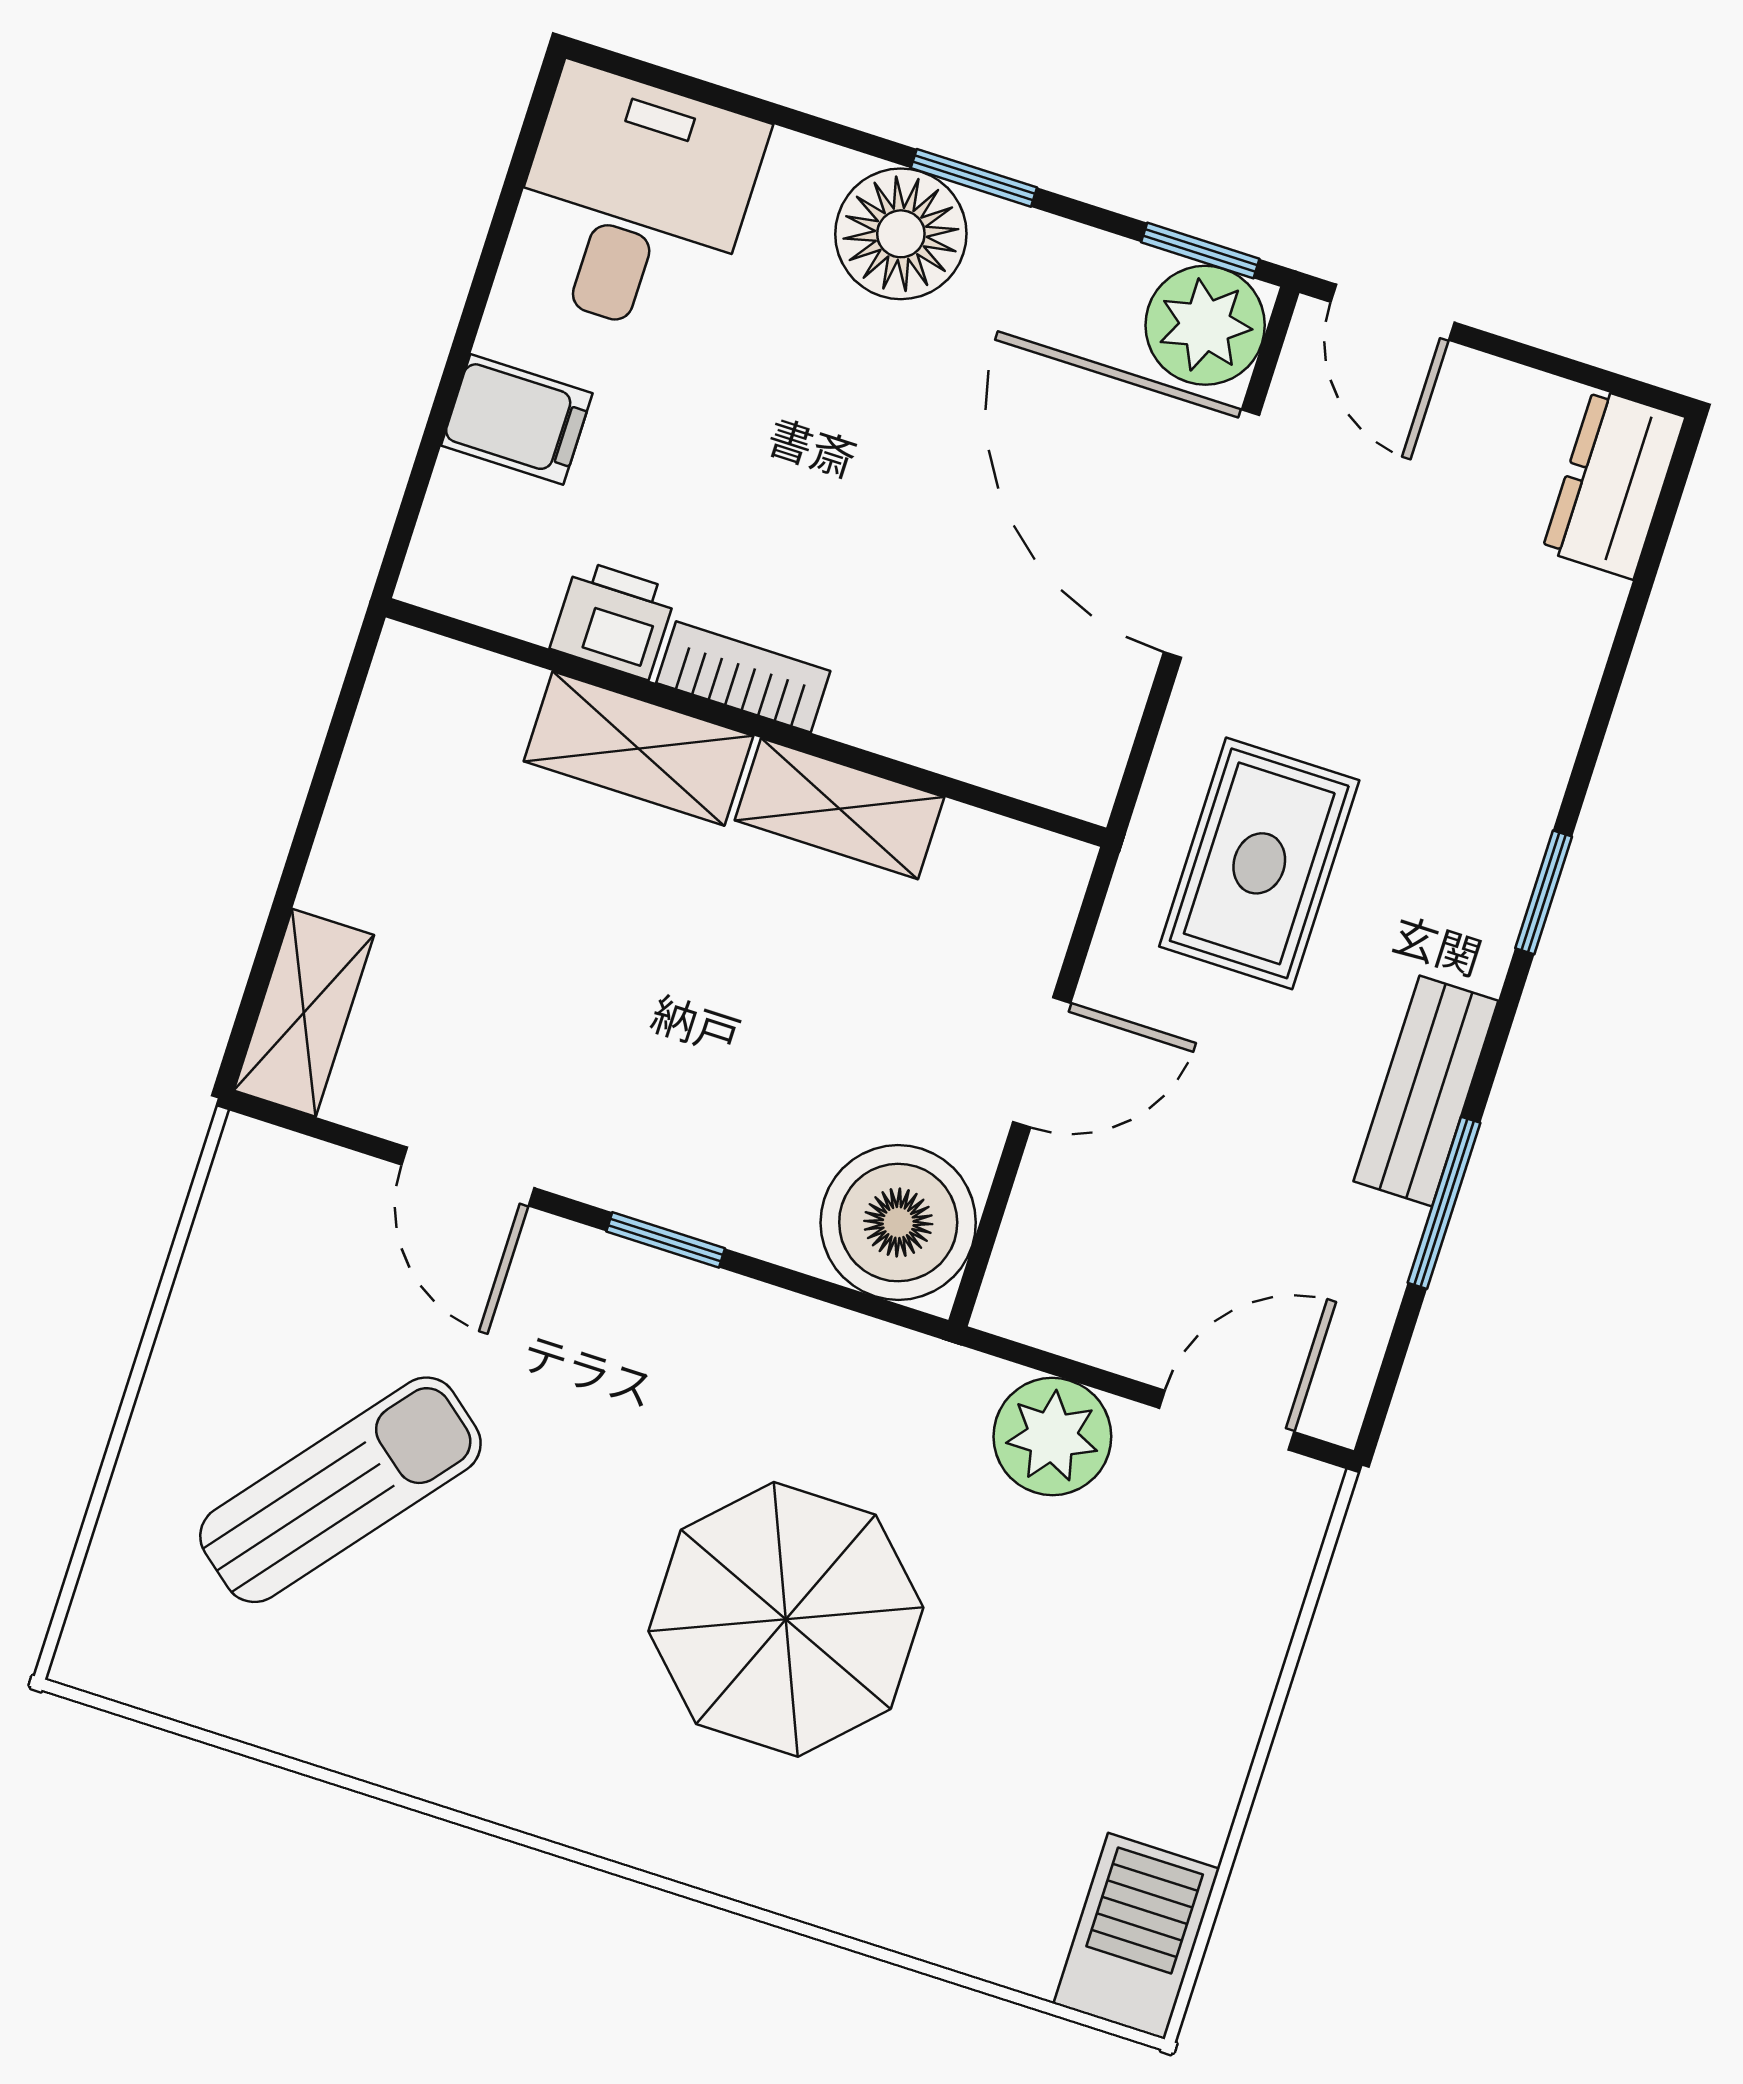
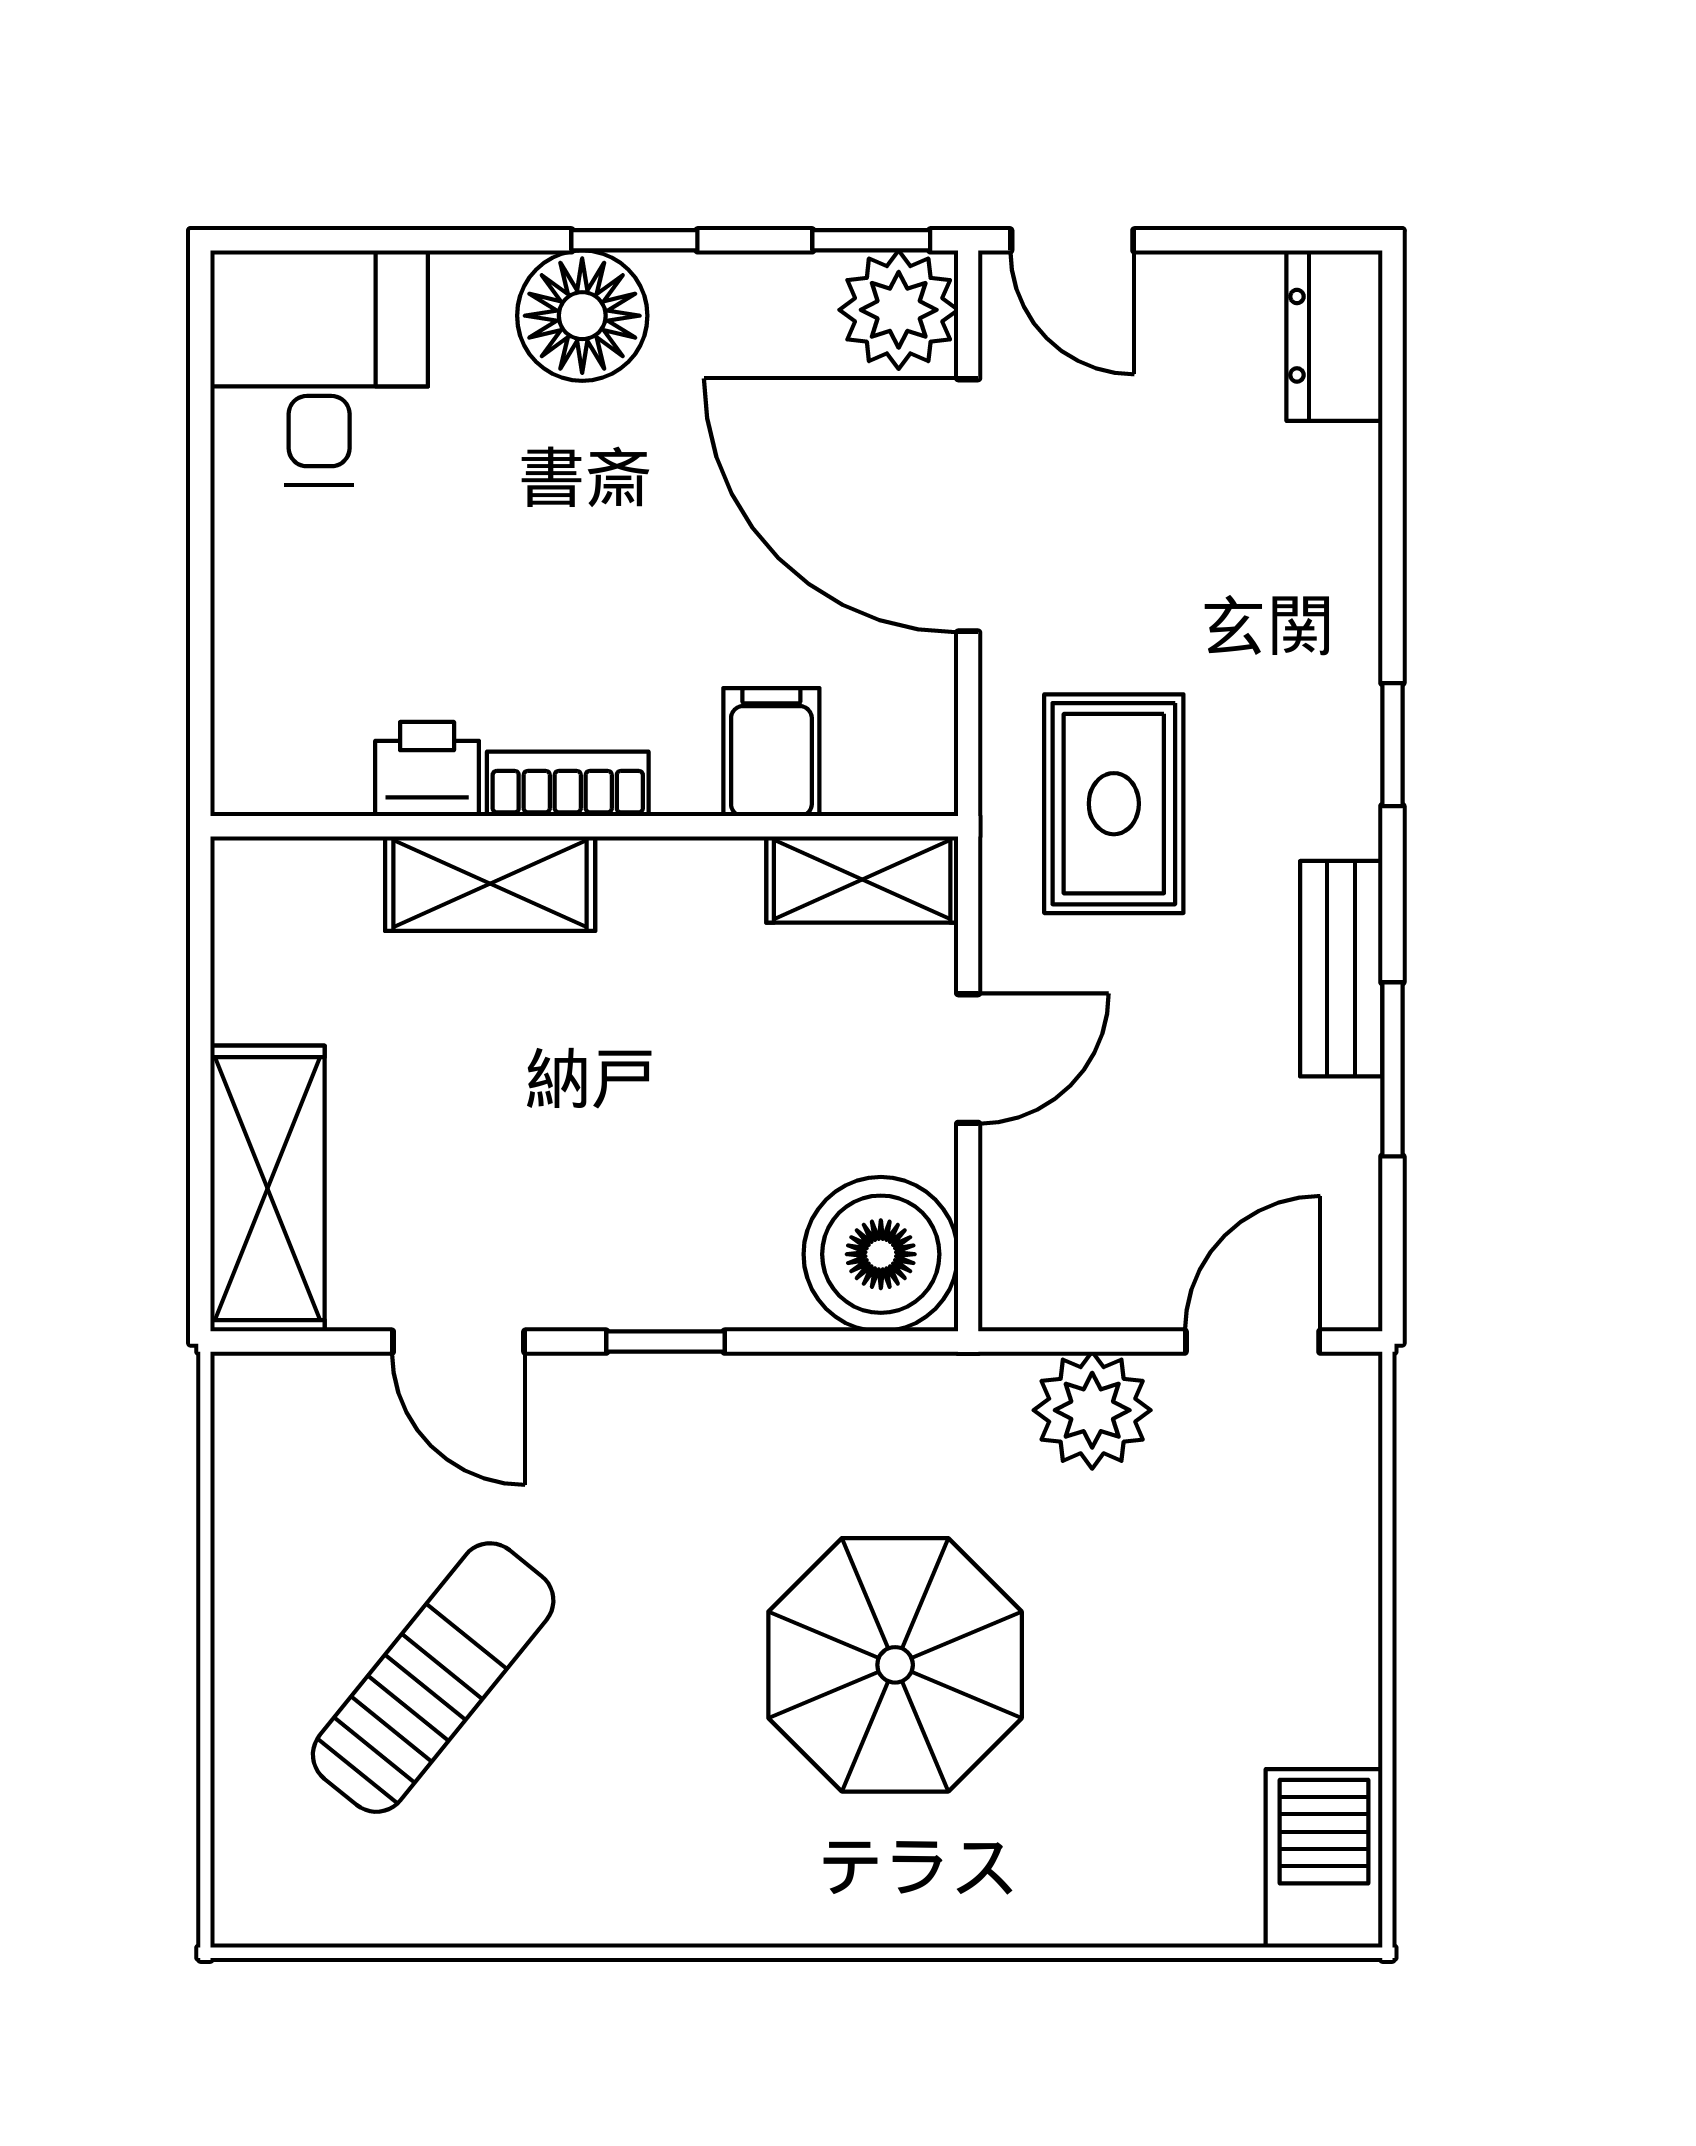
filing cabinet: (517, 419) -> (771, 752), moved, turned -90
shelving: (840, 809) -> (862, 880), moved
shelving: (304, 1013) -> (268, 1189), width x1.50, depth x1.33

